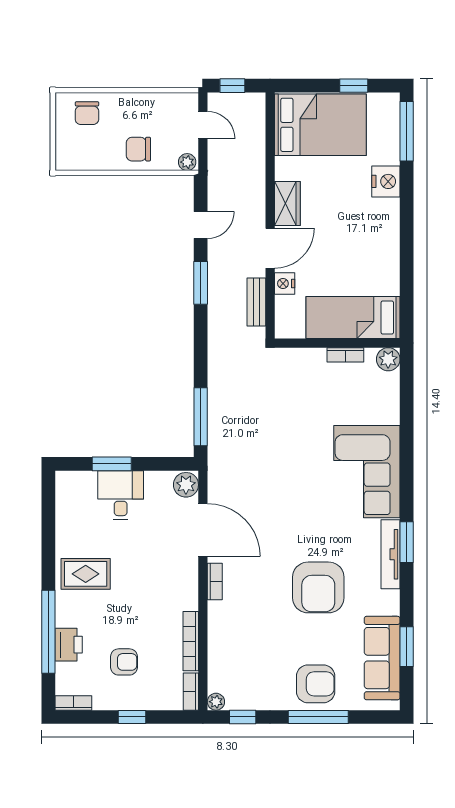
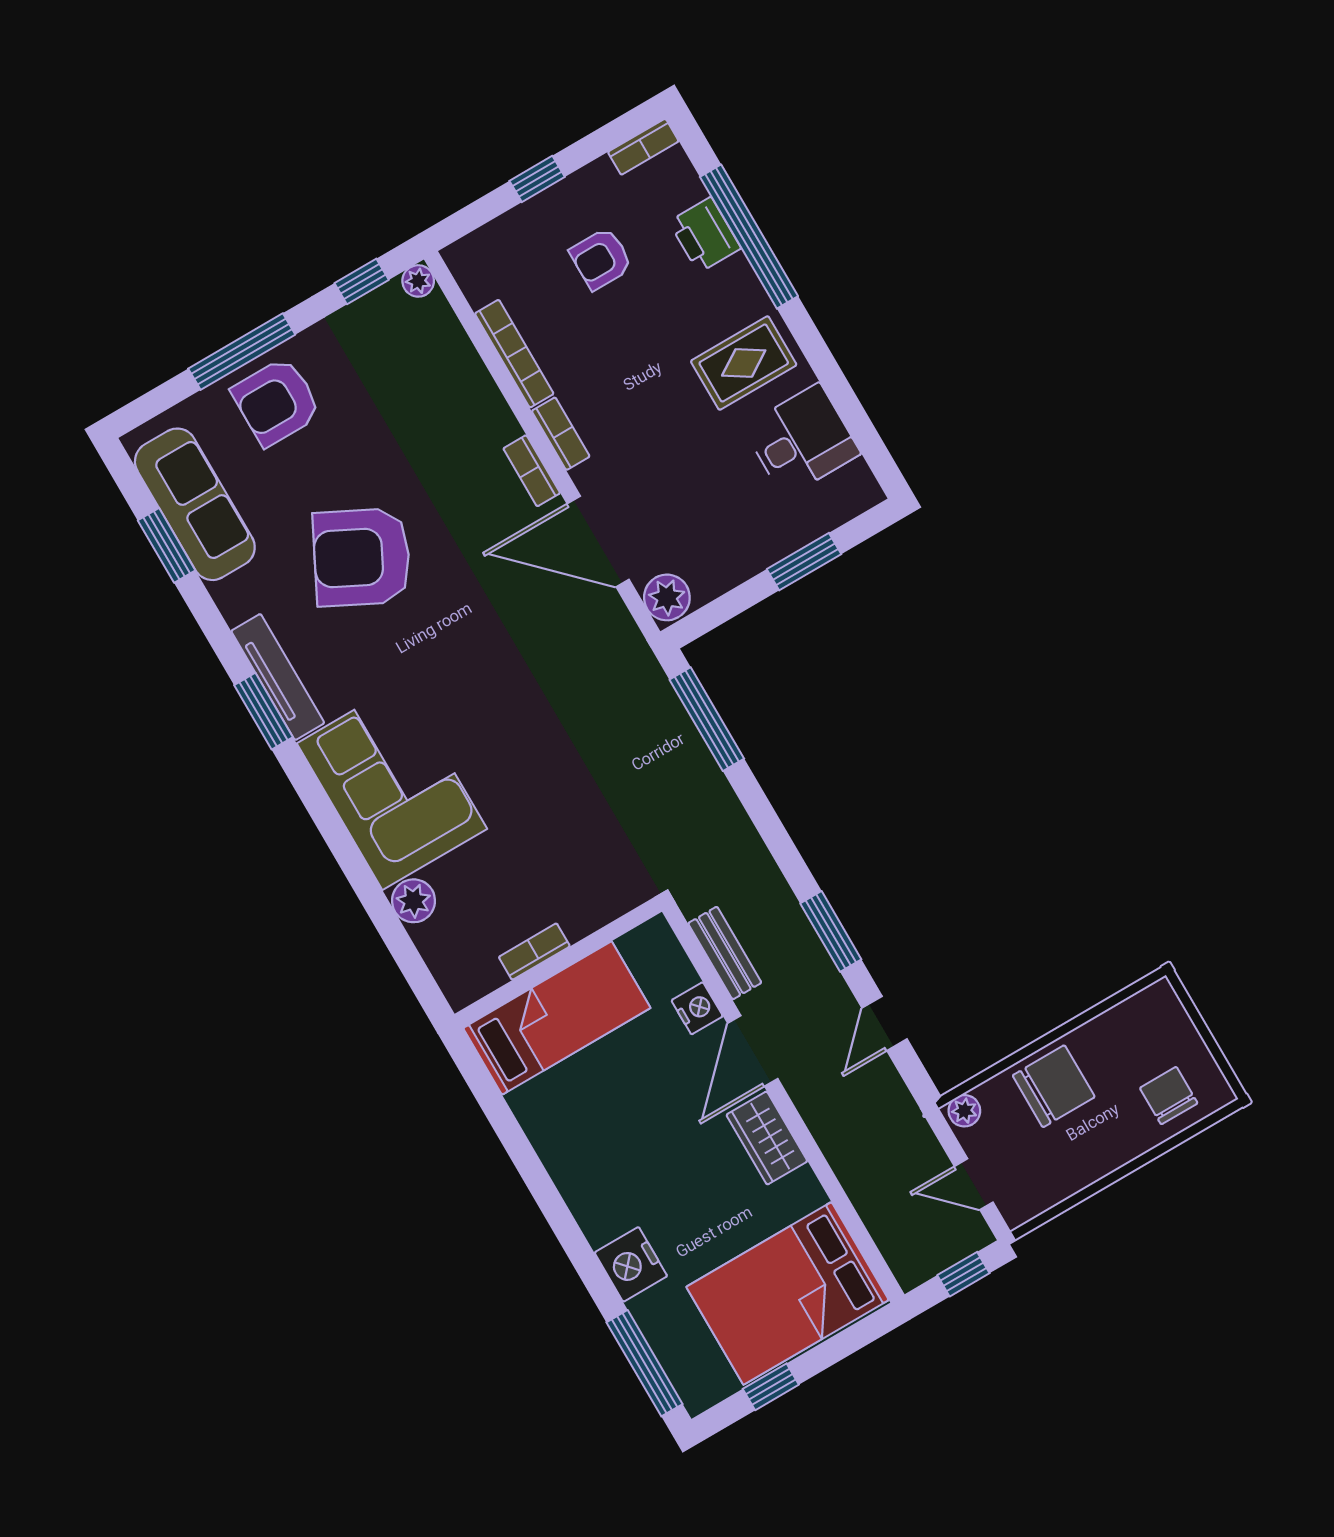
chair: (138, 149) -> (1054, 1086), width x1.37, depth x1.37
plant: (388, 359) -> (414, 901), moved
desk: (121, 495) -> (802, 440), moved, turned -90
armchair: (318, 587) -> (362, 557), turned -63
bookcase: (191, 692) -> (561, 434), moved

